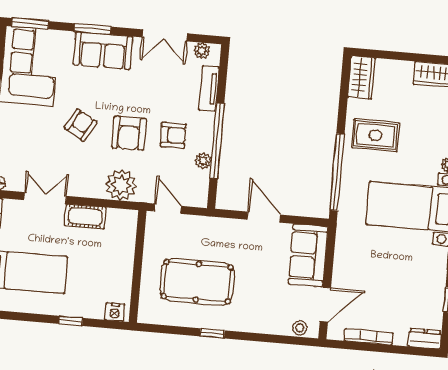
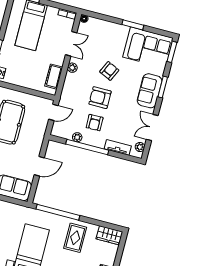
armchair: (81, 125) -> (109, 71), turned -95
plant: (121, 185) -> (72, 68), moved, width x0.53, depth x0.53
cot: (85, 216) -> (54, 77), moved

